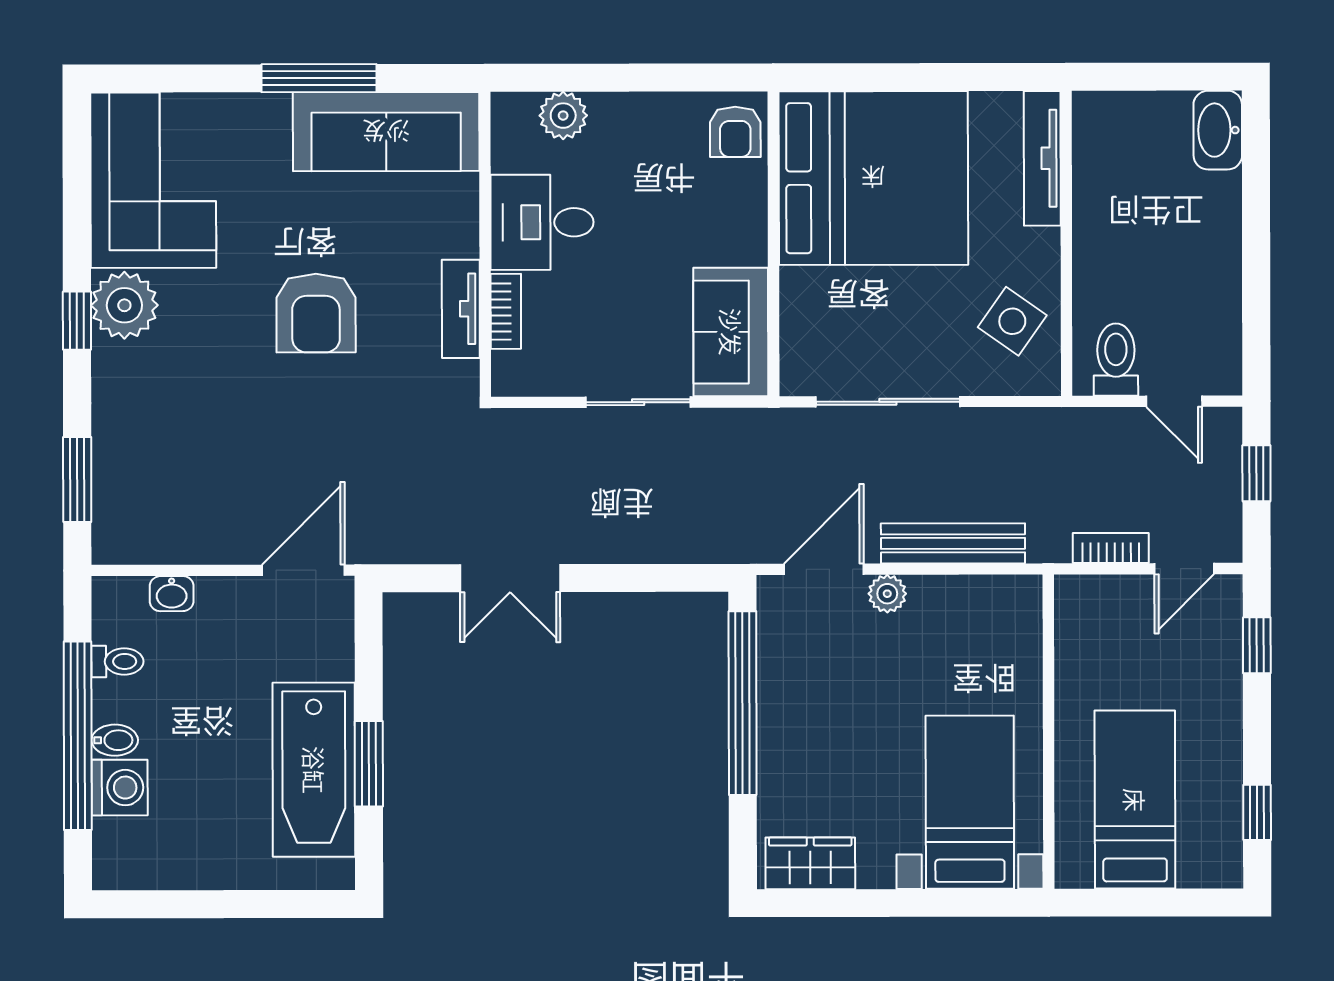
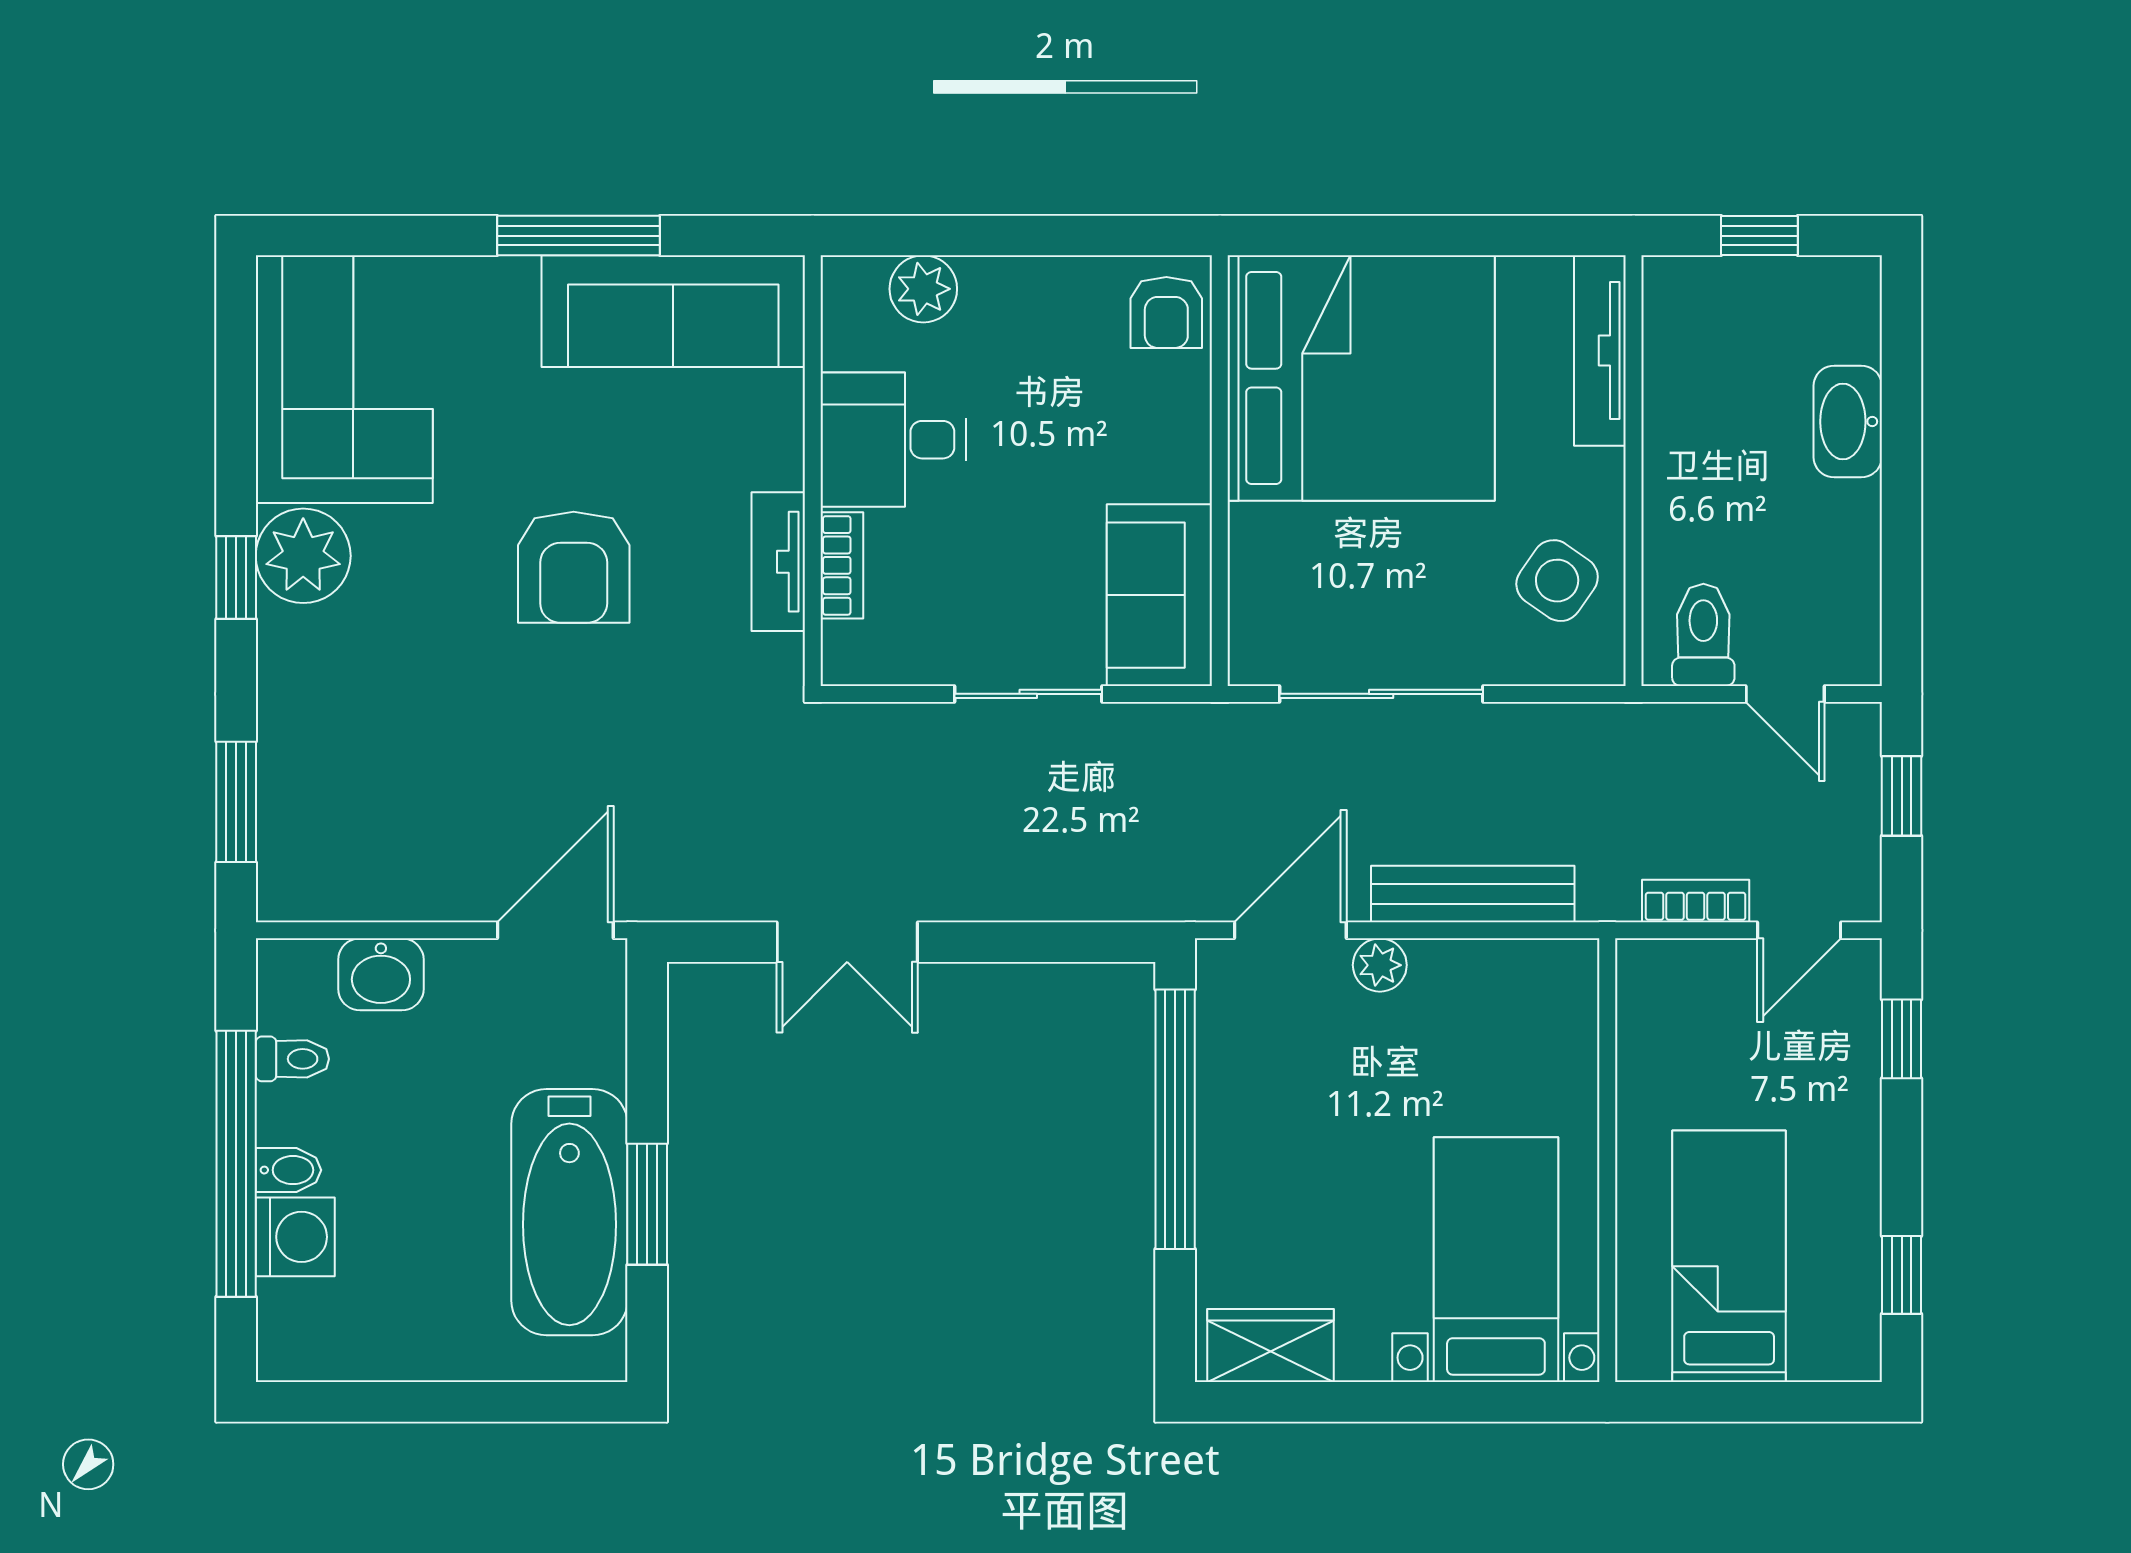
window: (1155, 77) -> (1759, 236), added
washbasin: (1218, 130) -> (1848, 422), moved
washbasin: (172, 594) -> (381, 974), width x1.38, depth x1.45

